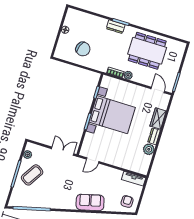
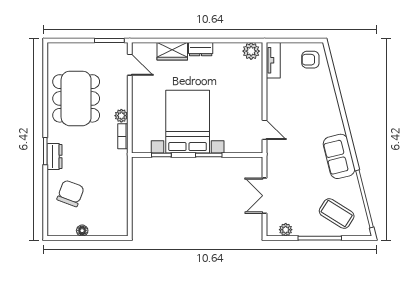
chair: (83, 49) -> (70, 193), moved
door: (158, 90) -> (130, 65), swing flipped
plant: (149, 149) -> (251, 51), moved
double door: (63, 151) -> (265, 196), moved
coffee table: (32, 175) -> (337, 214), moved
sofa: (90, 202) -> (339, 156), moved

